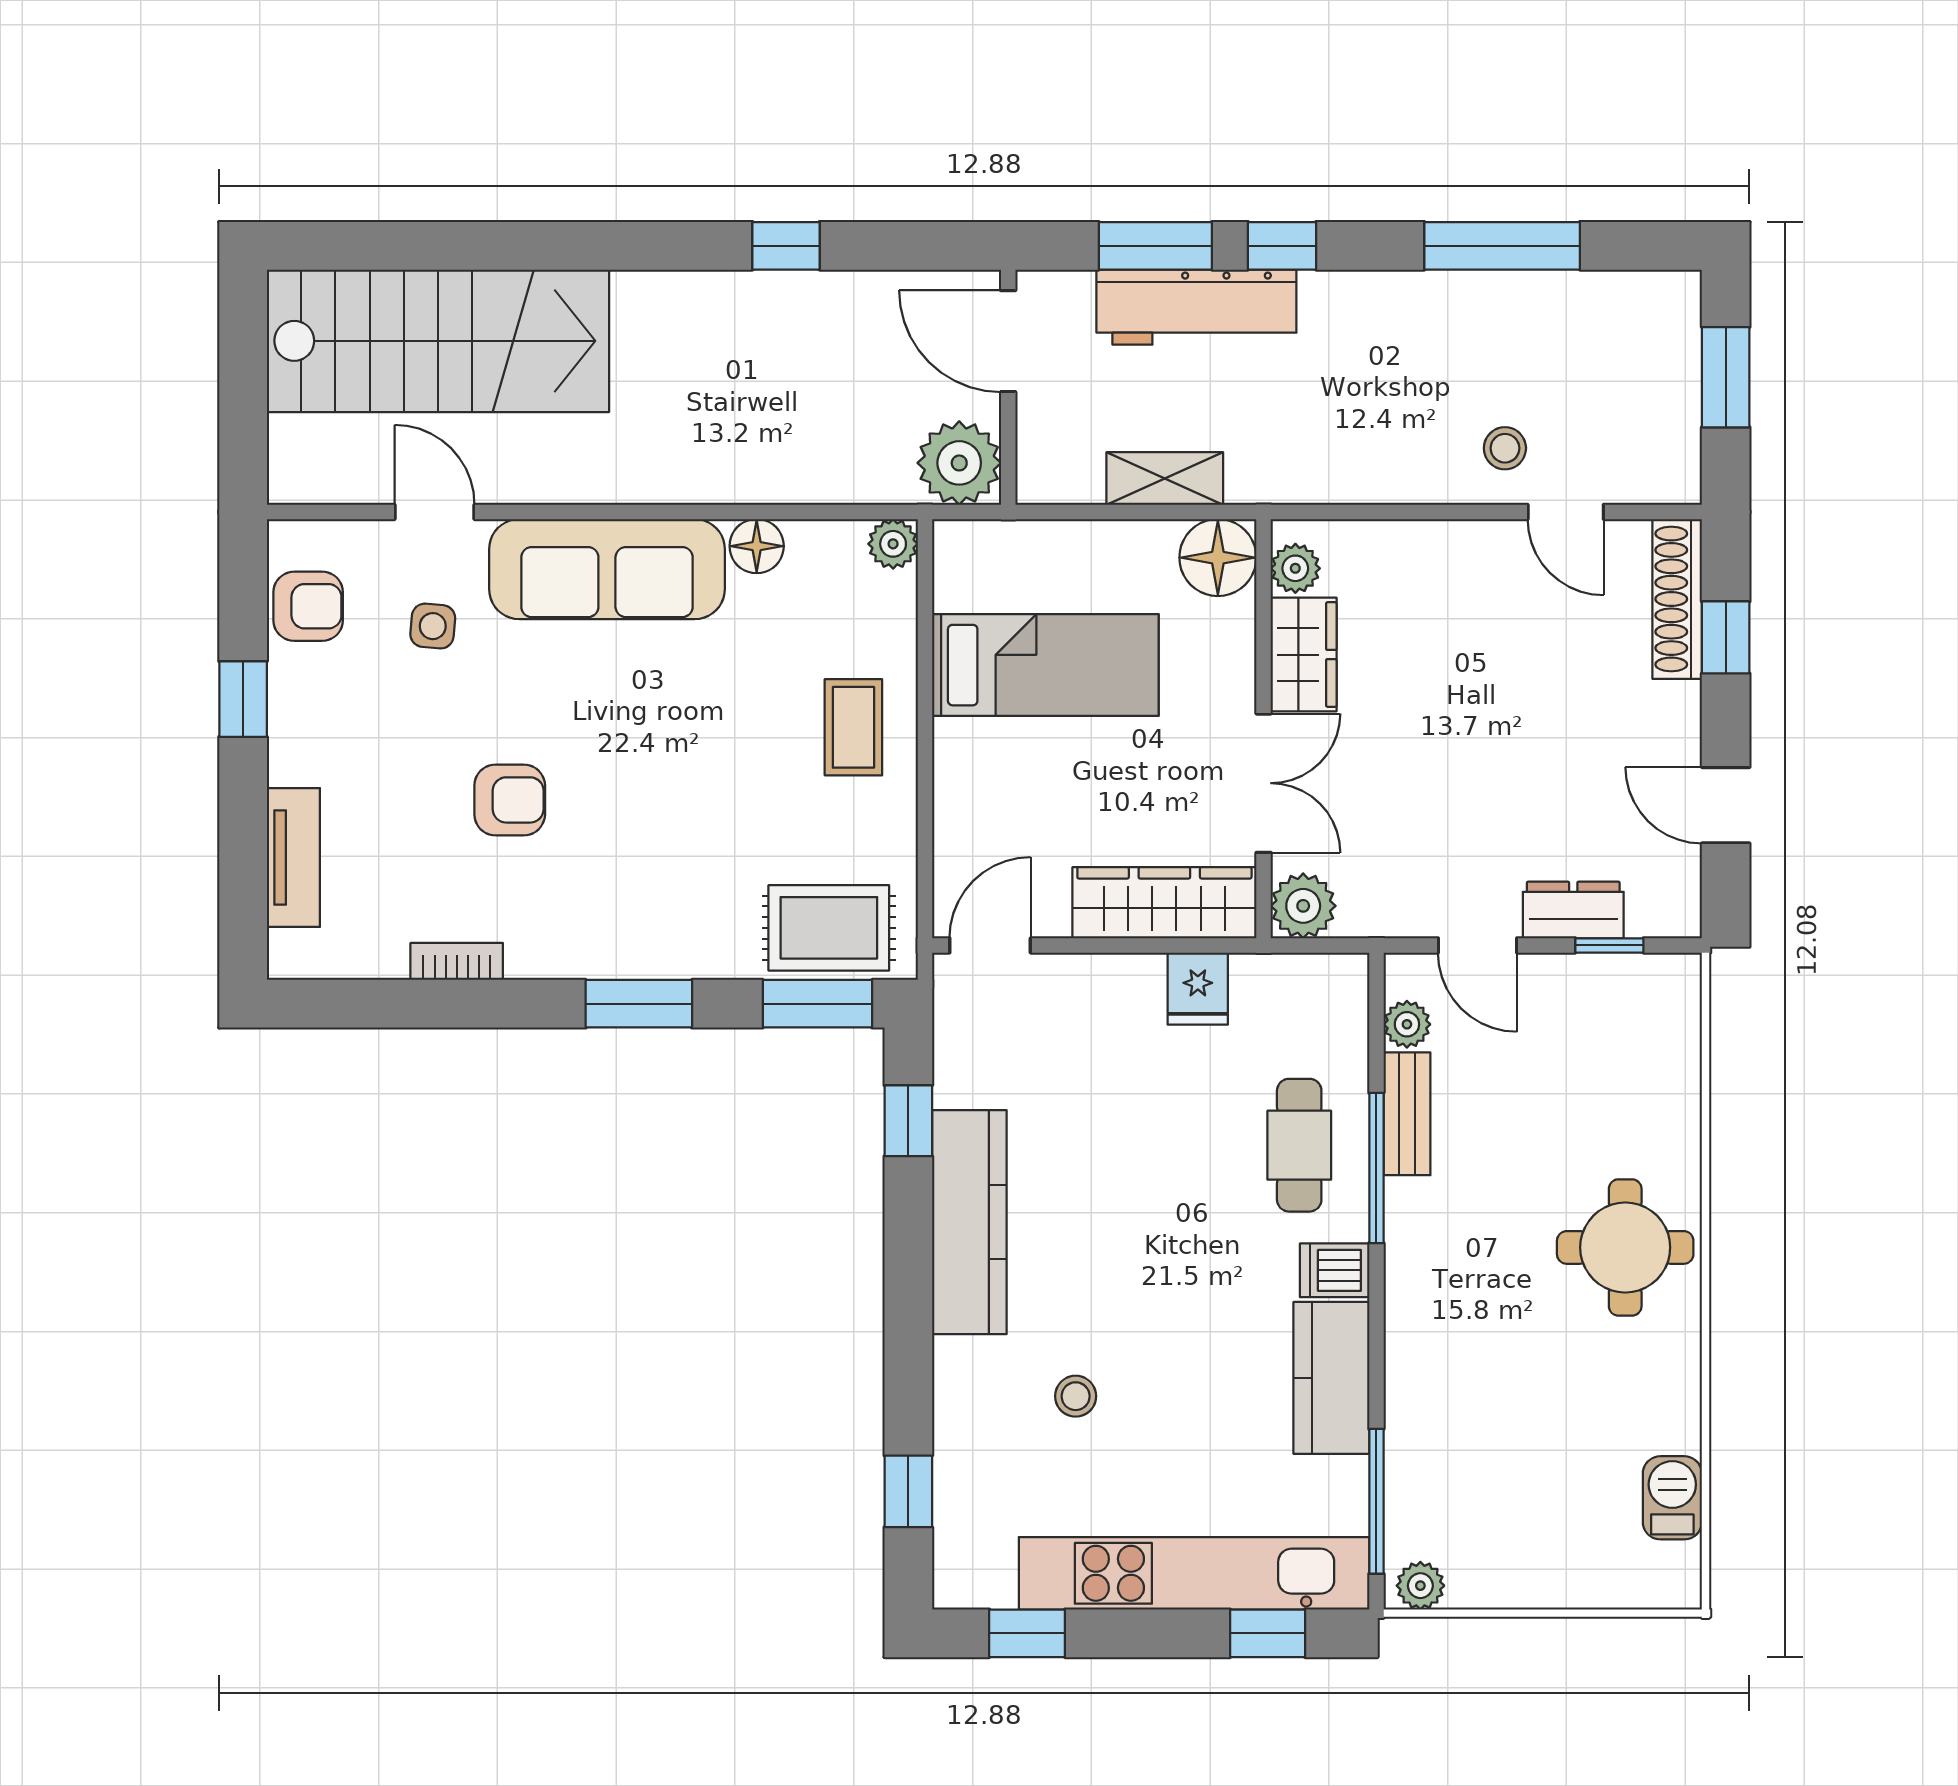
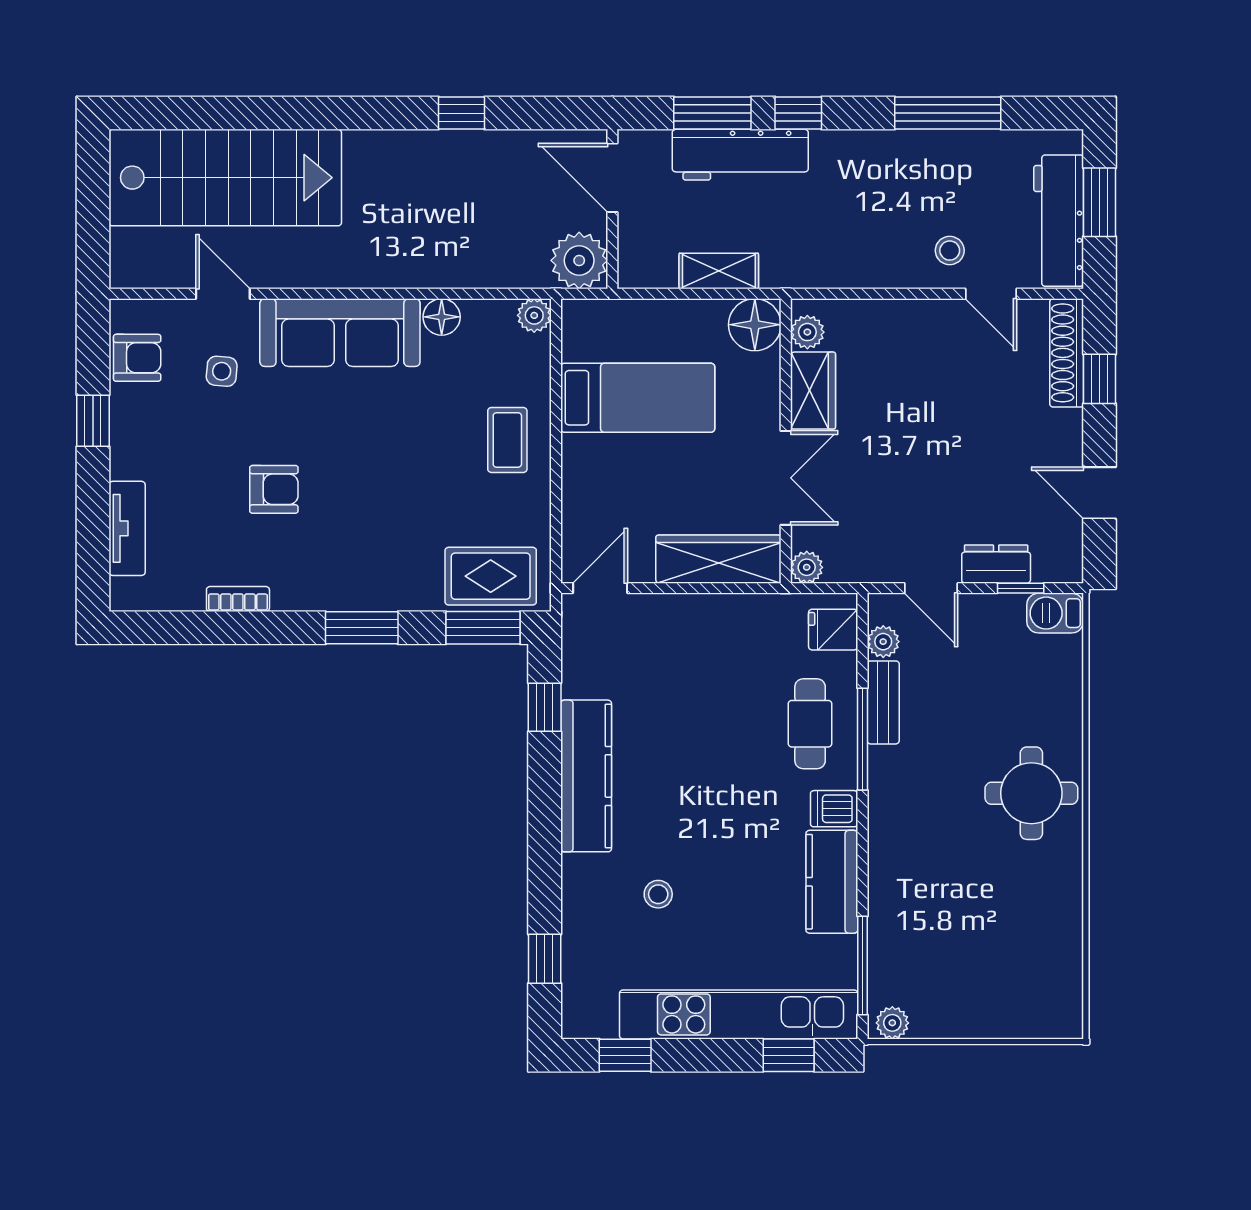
workbench: (1665, 404) -> (1059, 221), added
plant: (1303, 906) -> (807, 567), width x0.73, depth x0.73
fridge: (1198, 989) -> (833, 630), moved, turned 90
barbecue: (1672, 1498) -> (1055, 613), moved, turned -90

